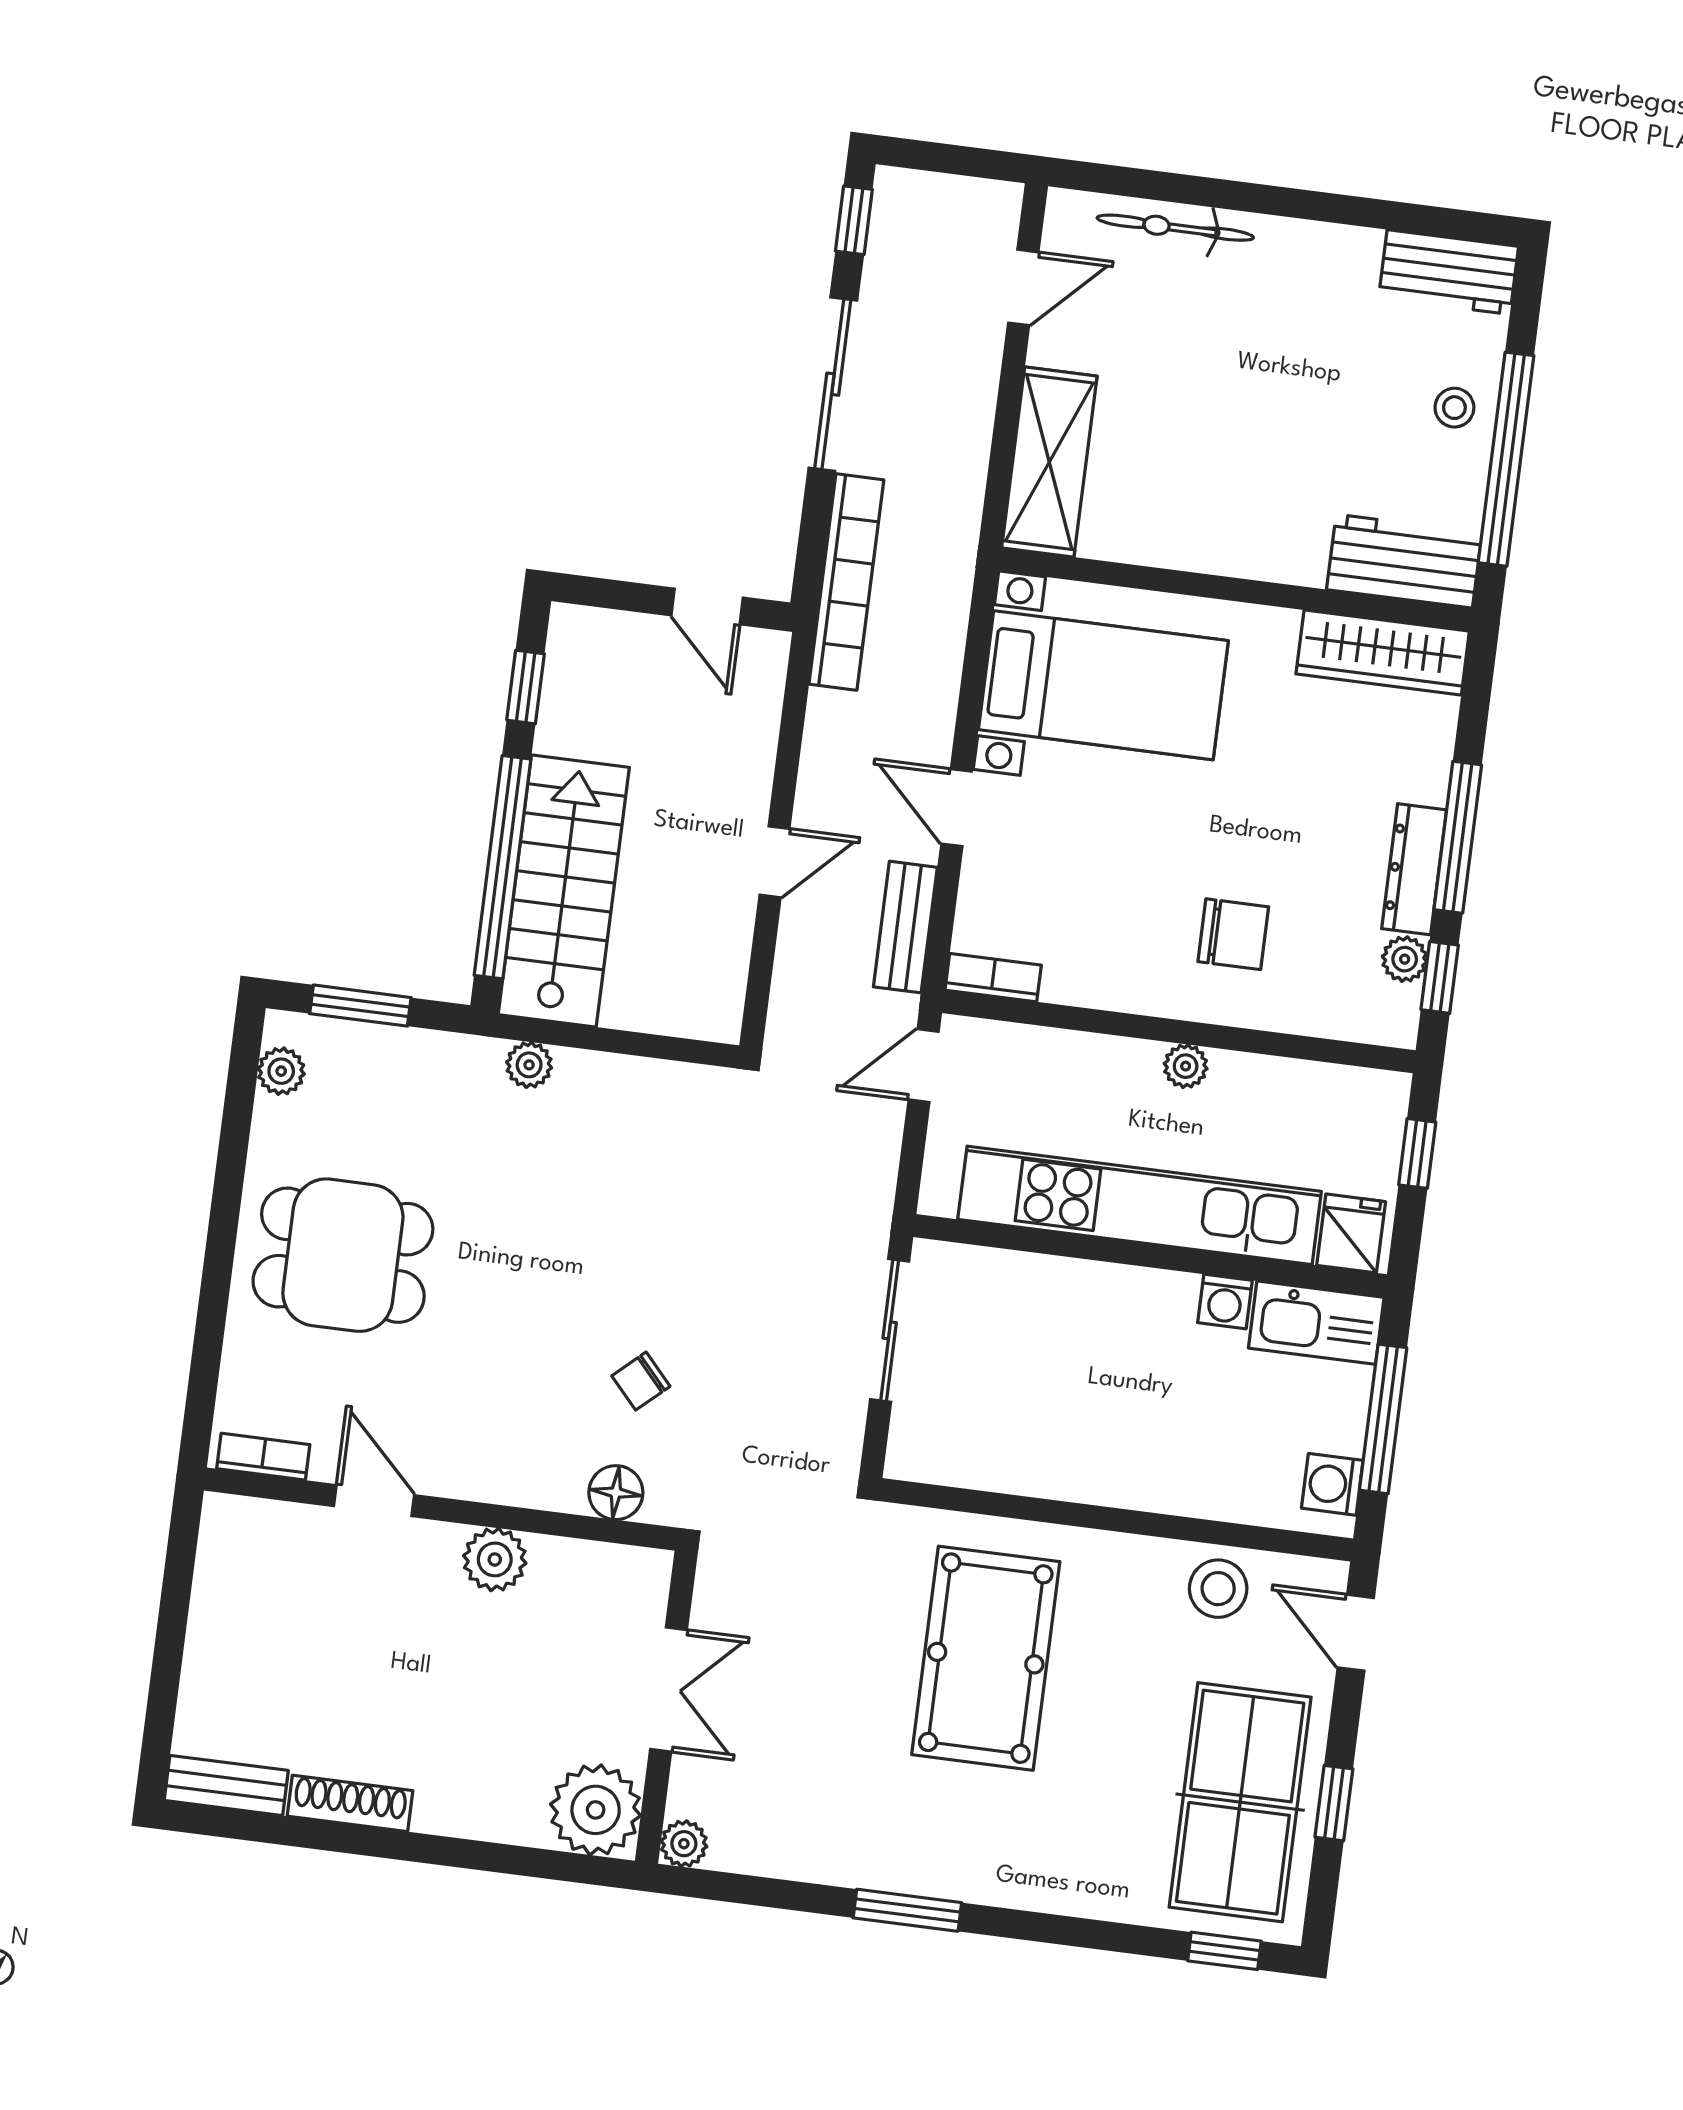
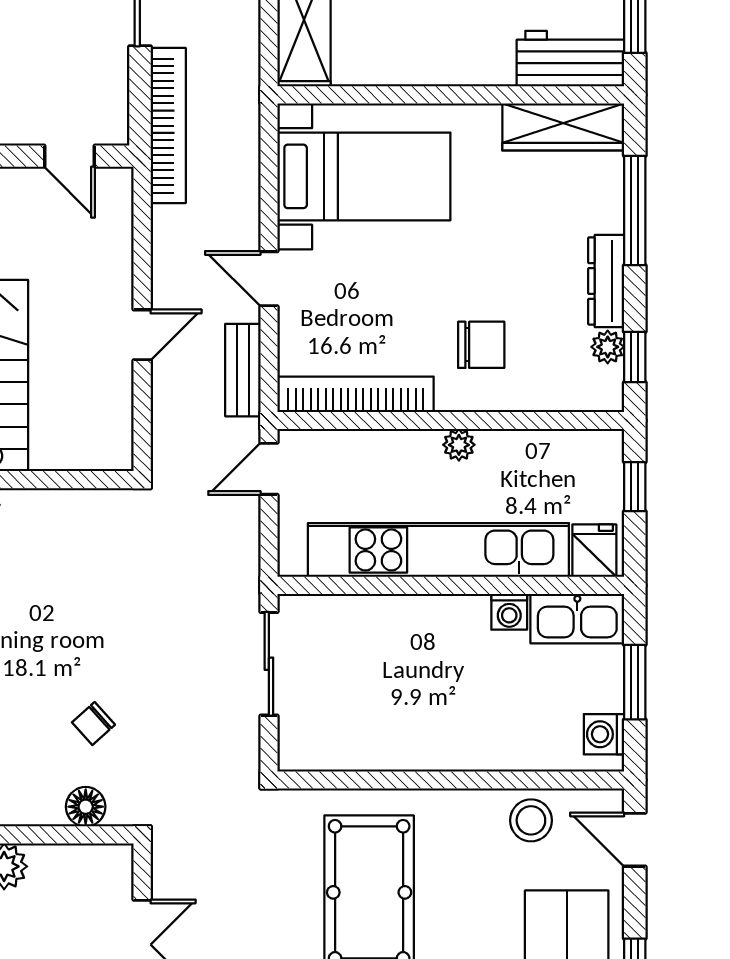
window: (1458, 837) -> (635, 210), moved
bookcase: (993, 978) -> (356, 394), width x2.31, depth x1.31
window: (1383, 1419) -> (635, 682), width x0.69

